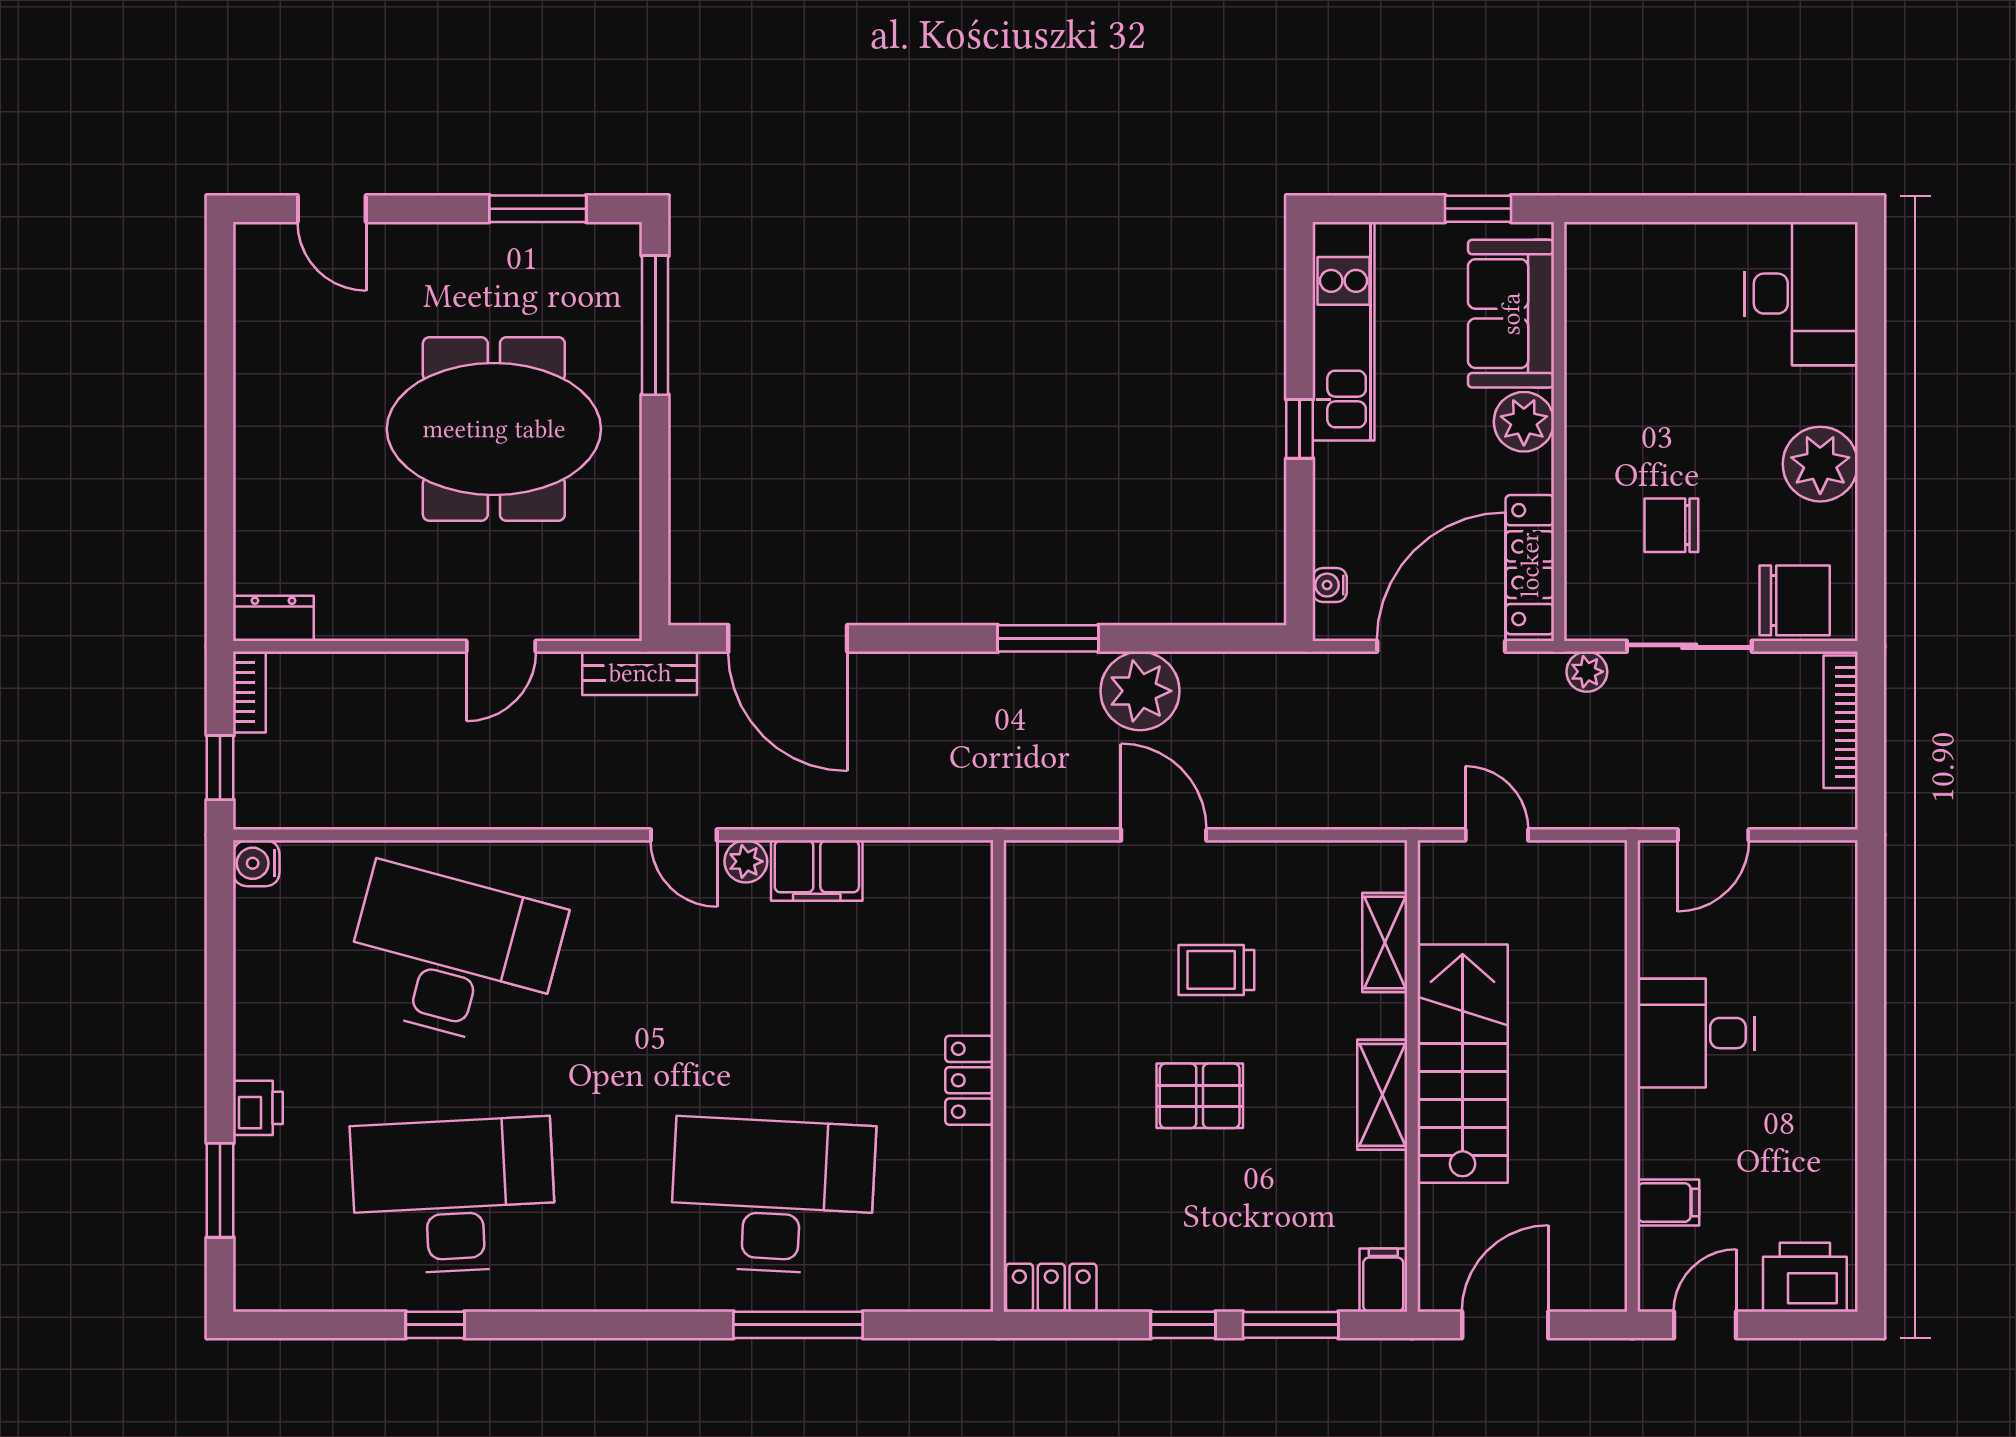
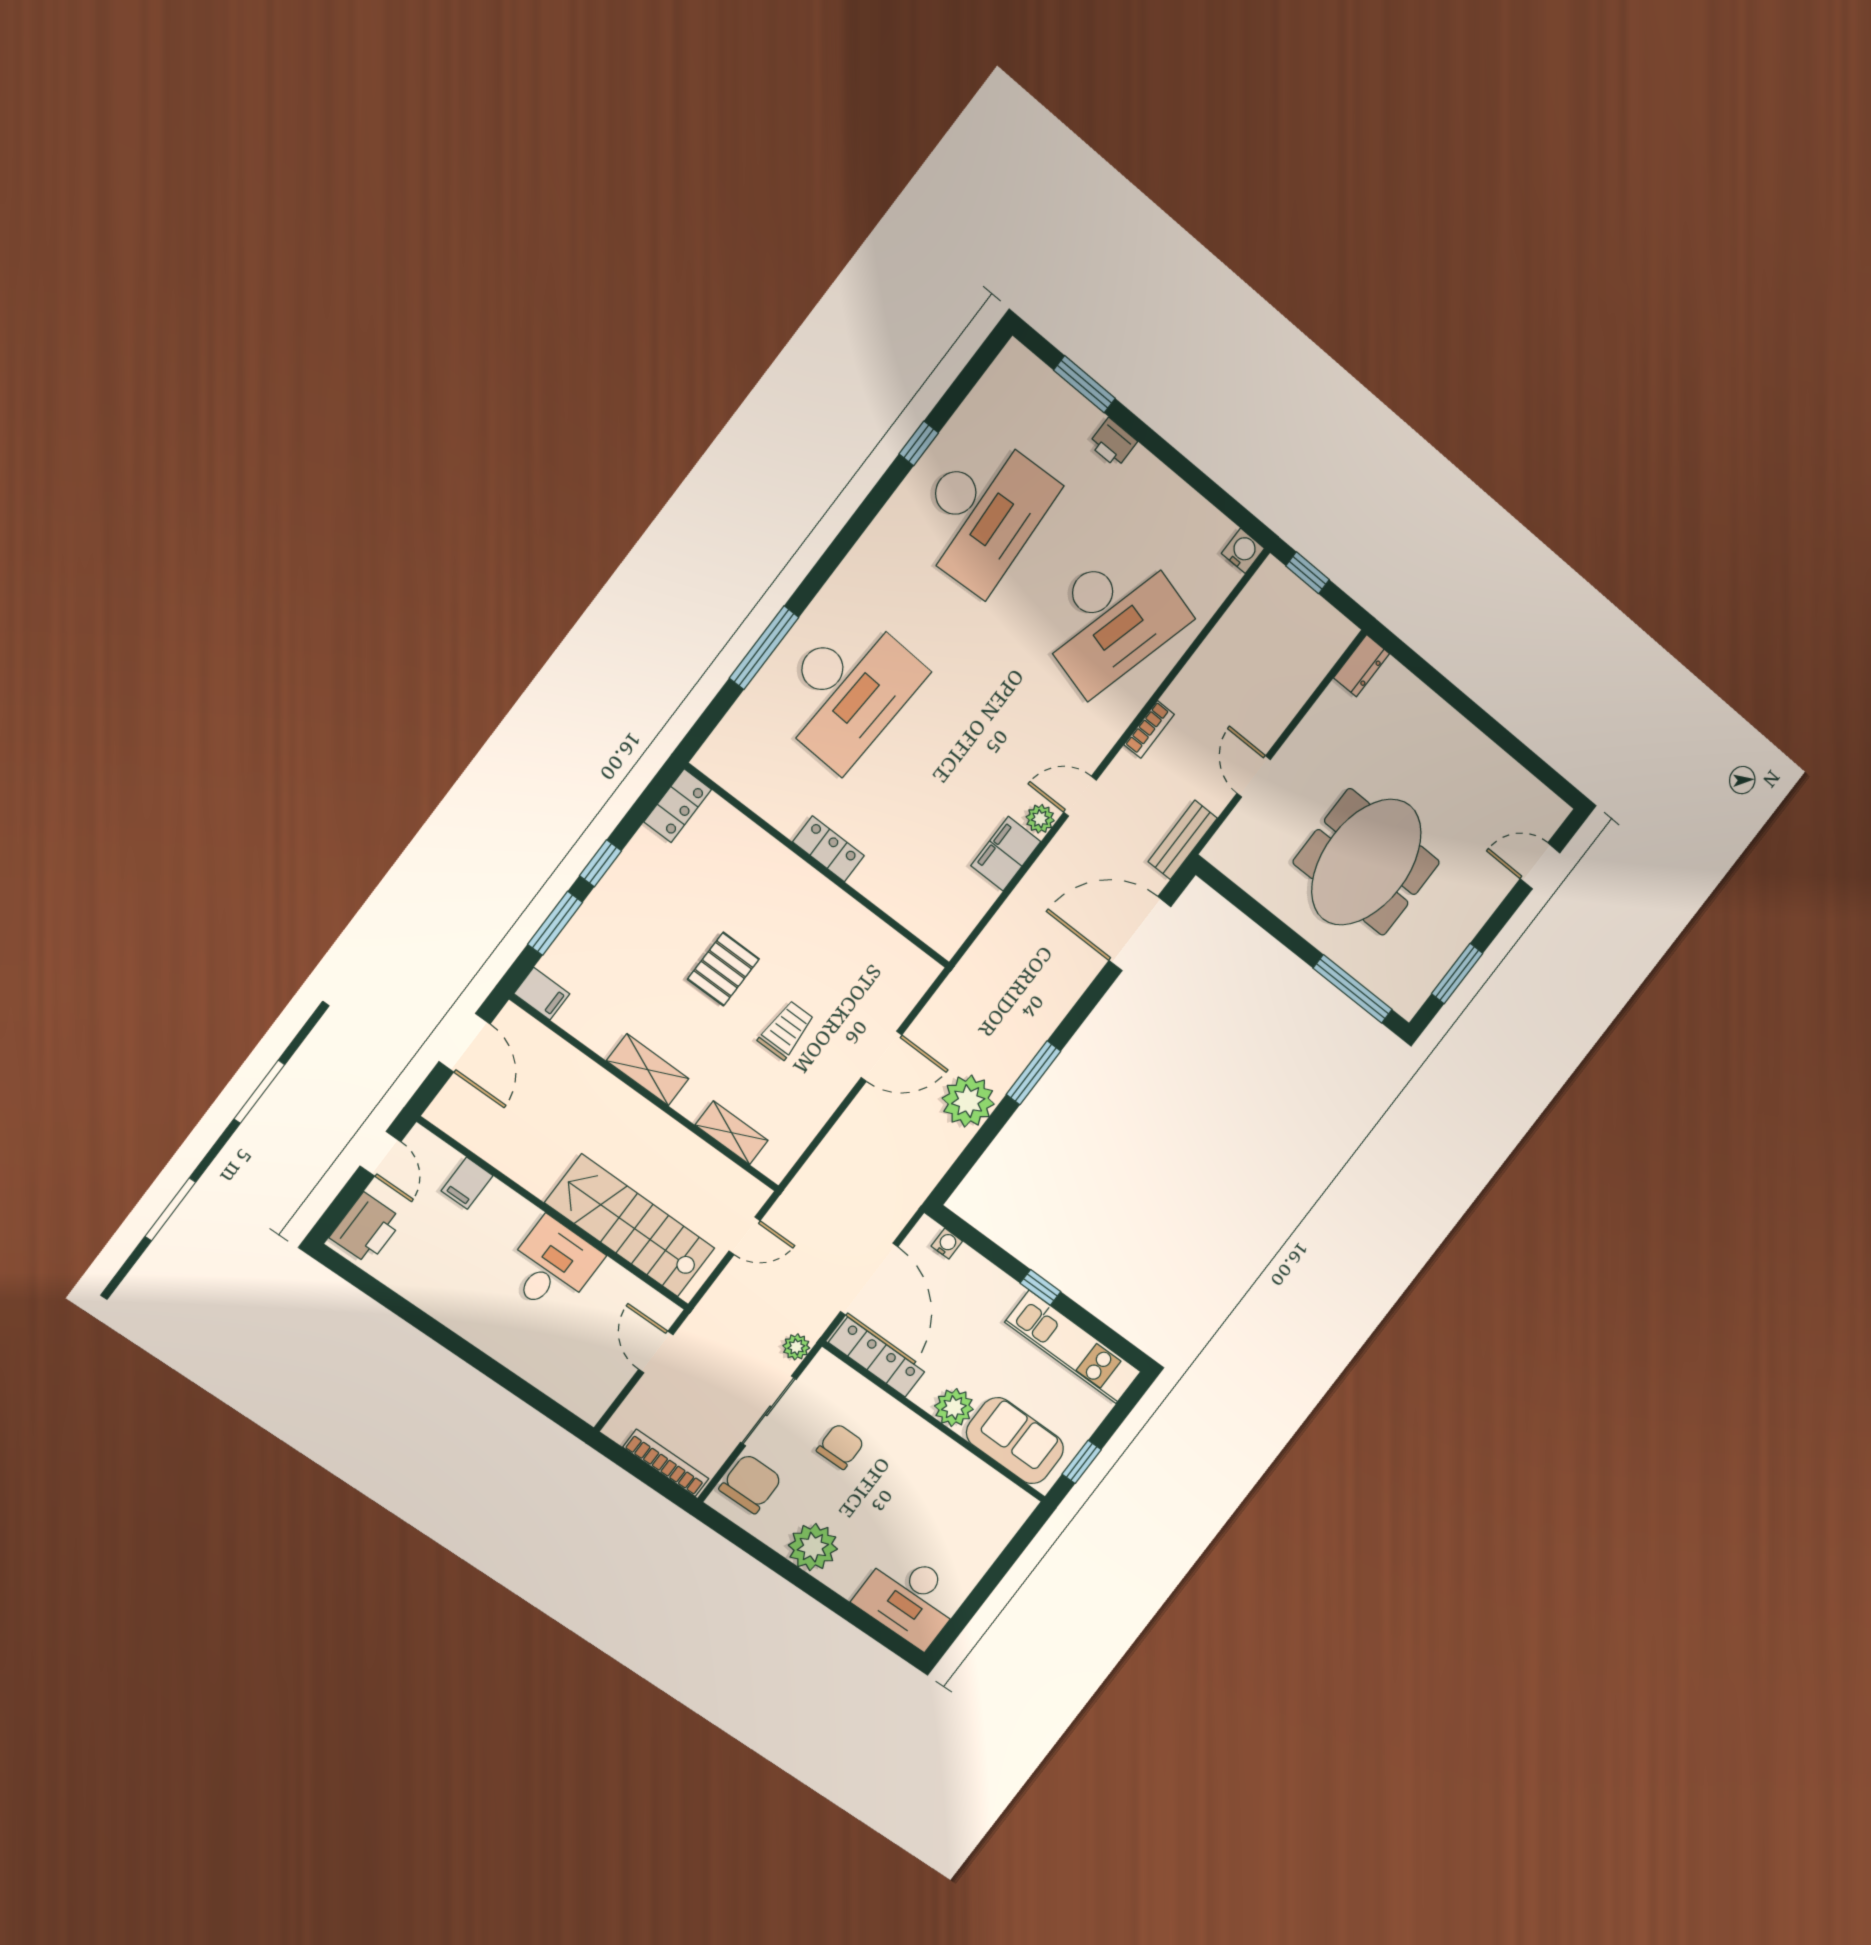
chair: (1795, 600) -> (751, 1484), turned 180
bookcase: (249, 692) -> (1149, 729), moved, turned -90
stairs: (1463, 1064) -> (630, 1226), moved, turned 180

